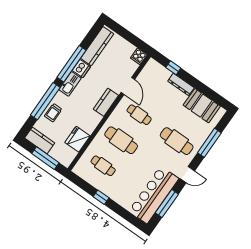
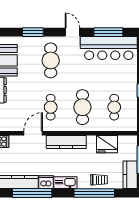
window: (72, 64) -> (32, 193), moved
kitchen counter: (106, 102) -> (66, 142), width x1.50
window: (209, 143) -> (33, 32), width x0.69

